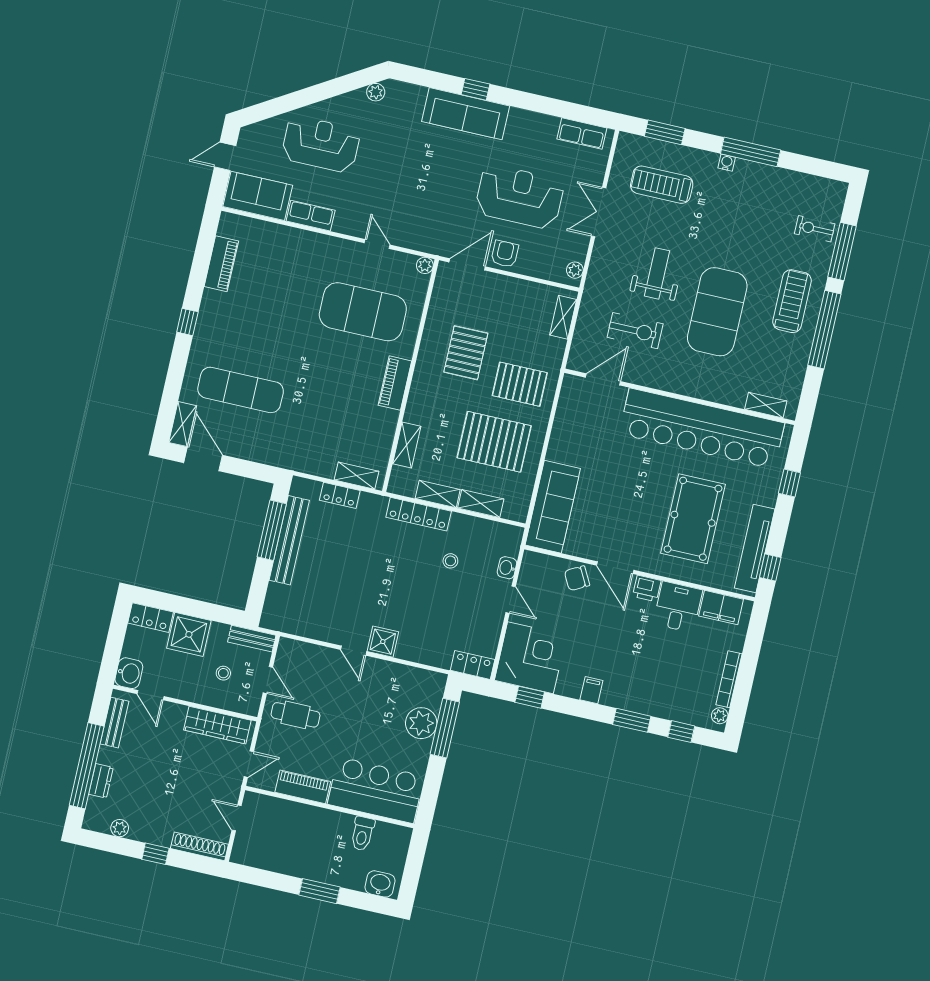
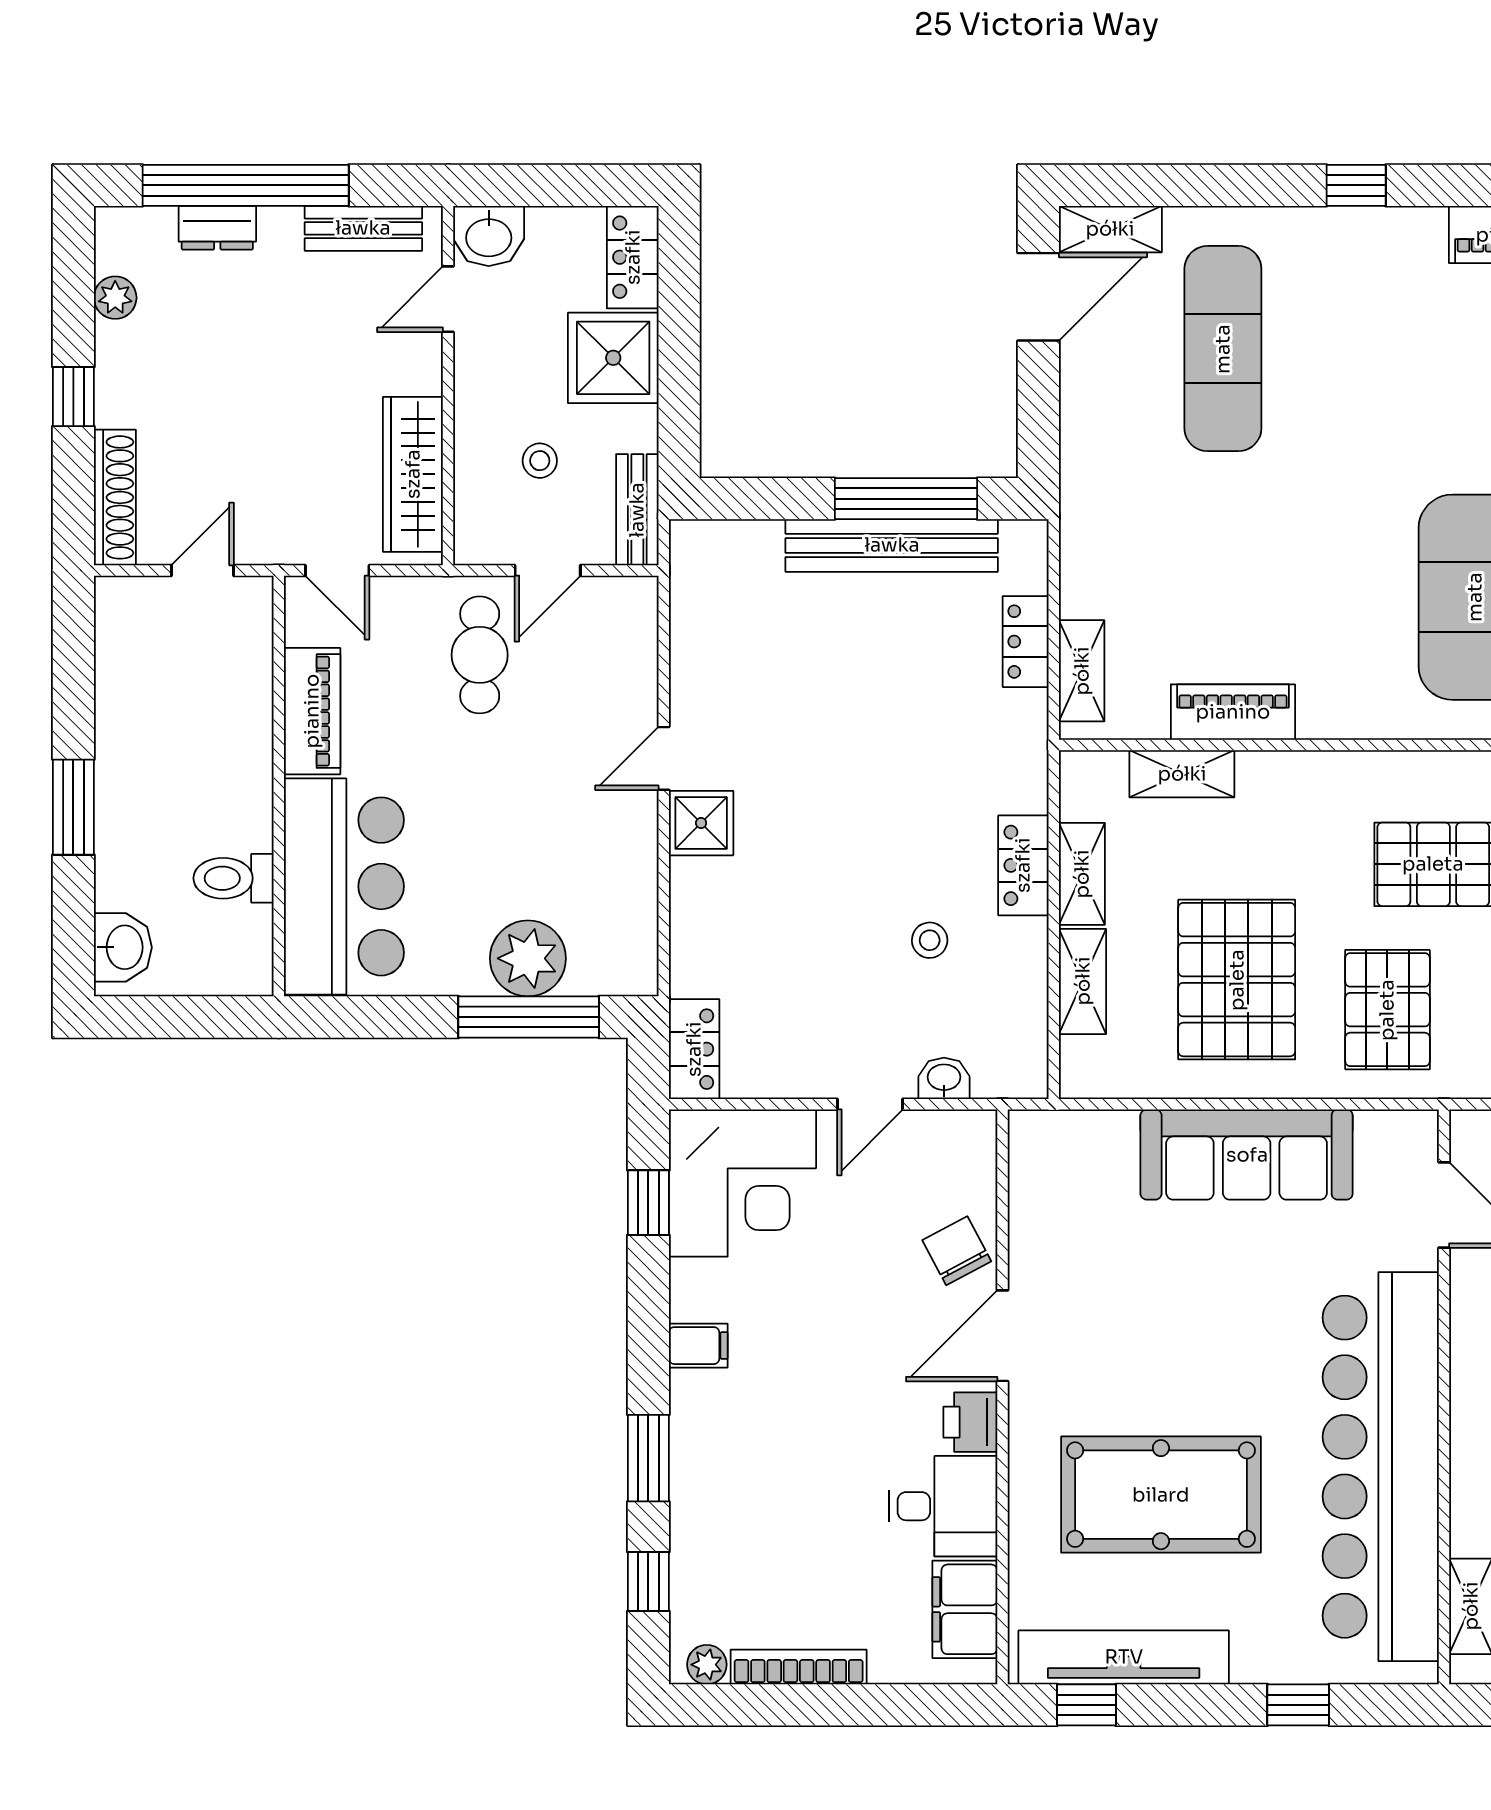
piano: (395, 383) -> (1233, 712), moved
sofa: (553, 507) -> (1247, 1155), moved
locker: (419, 514) -> (1023, 865), width x0.66

